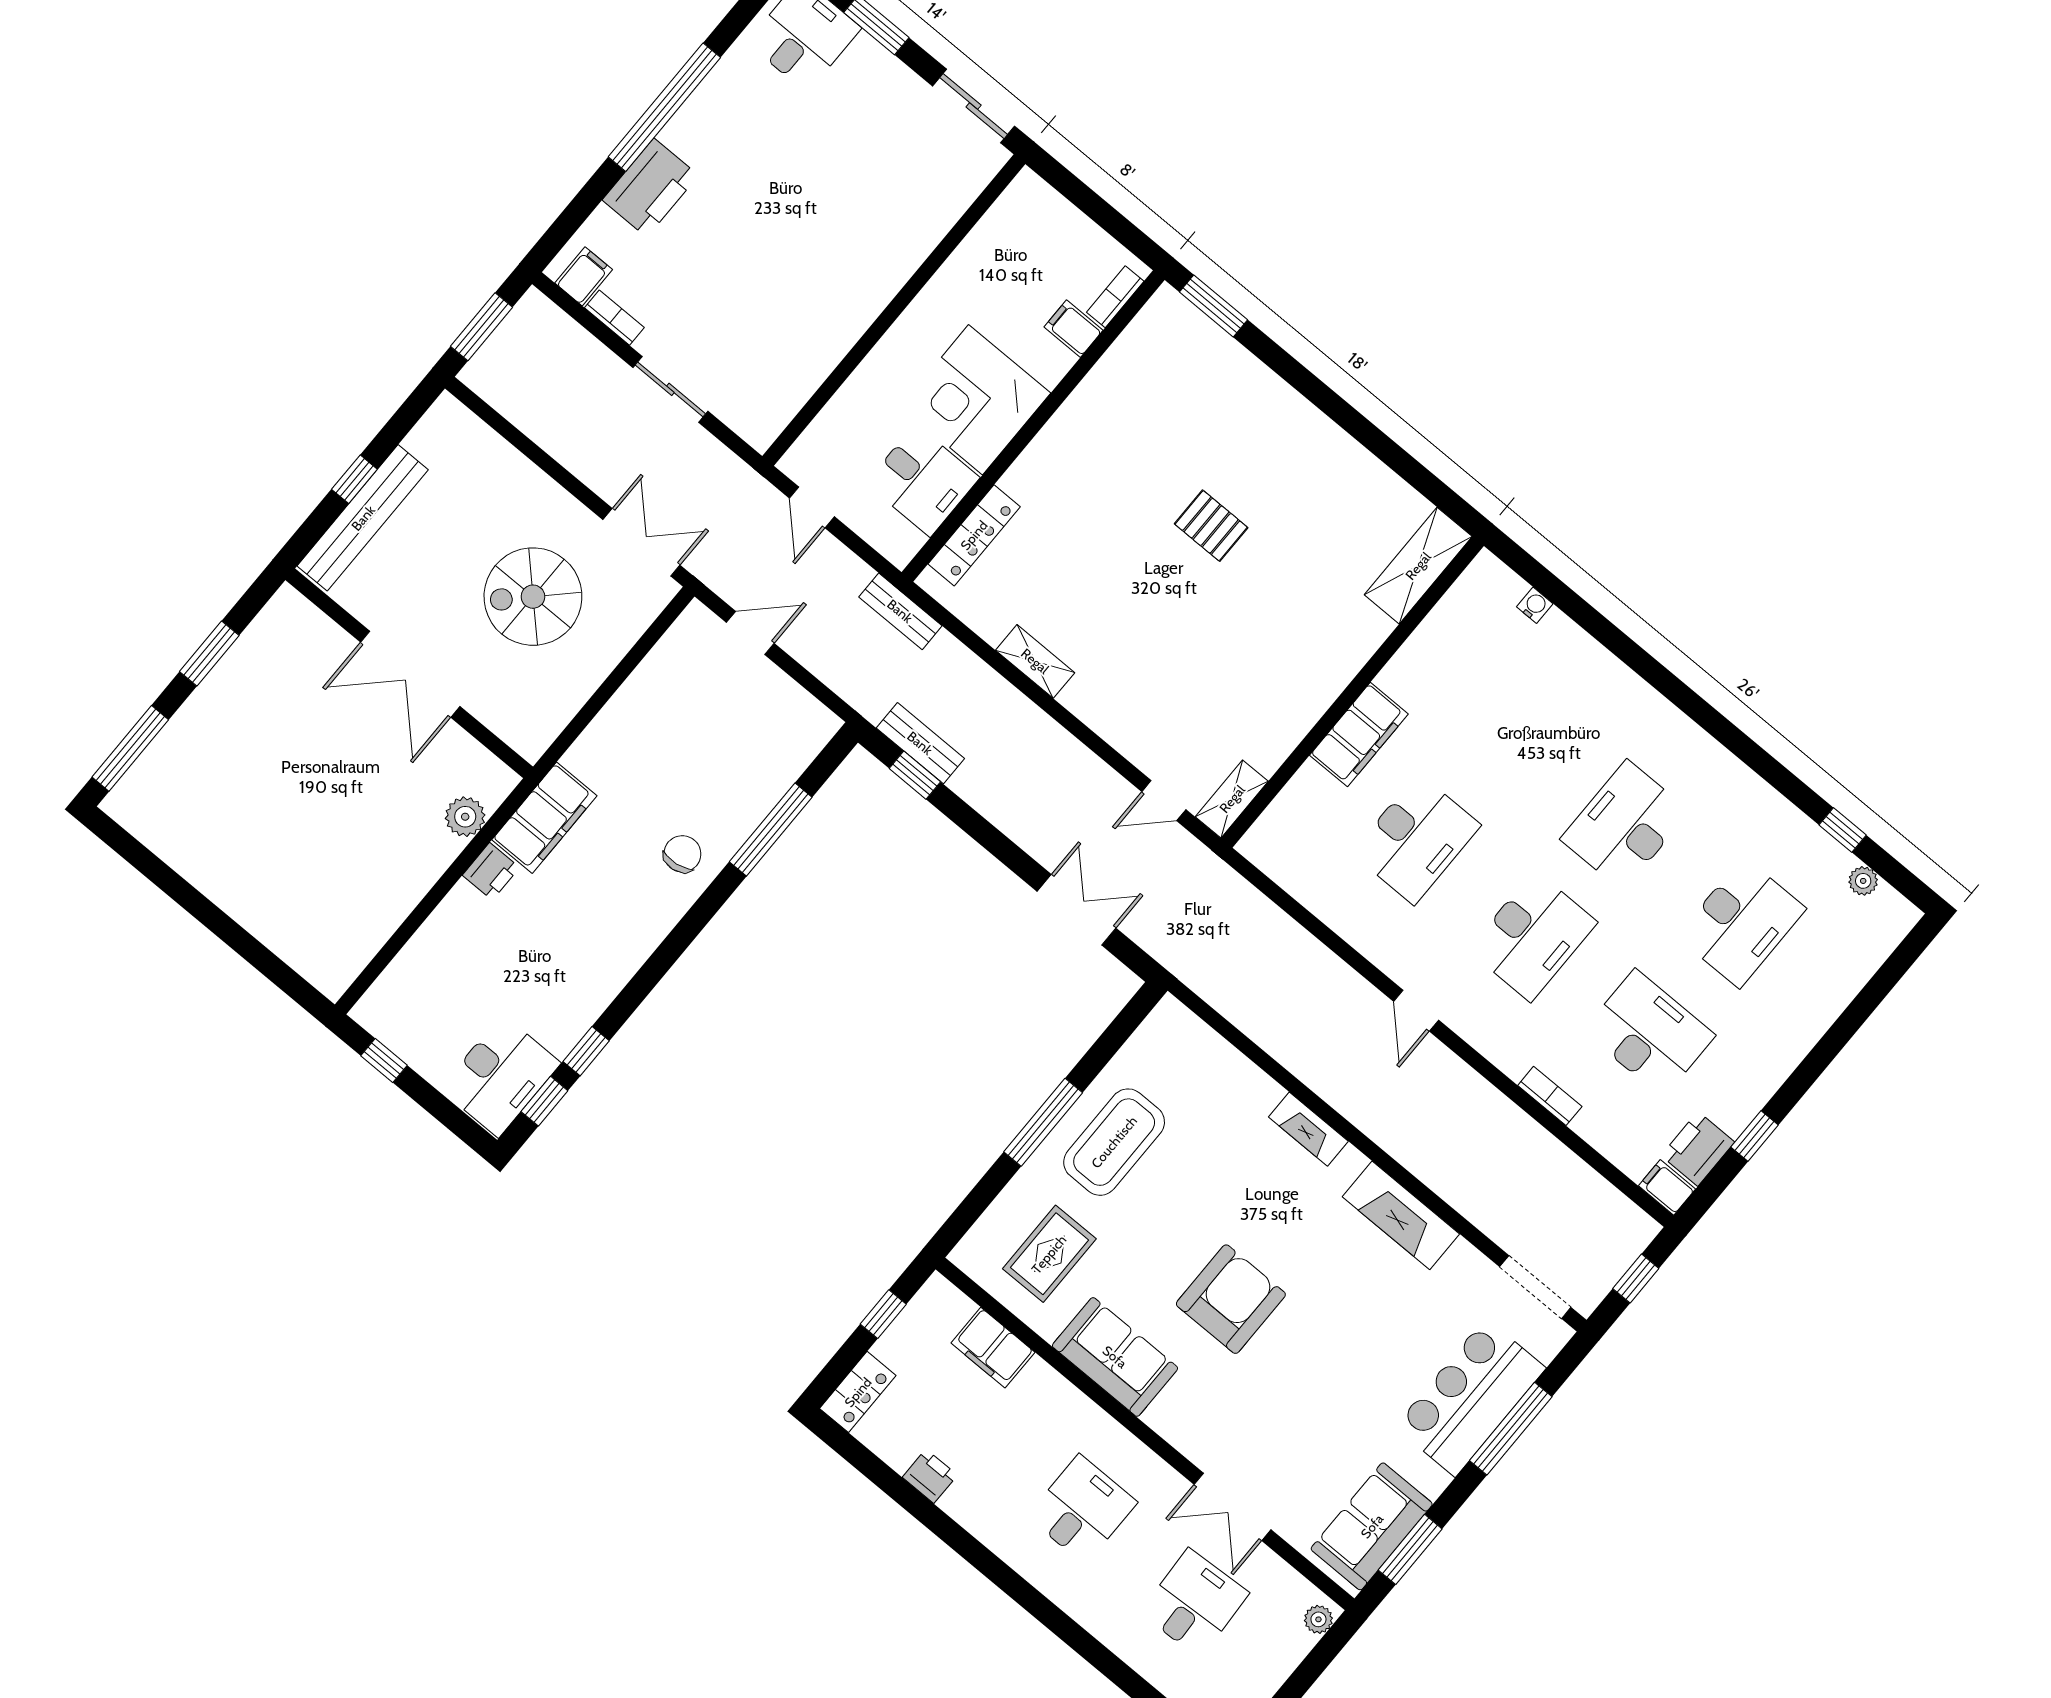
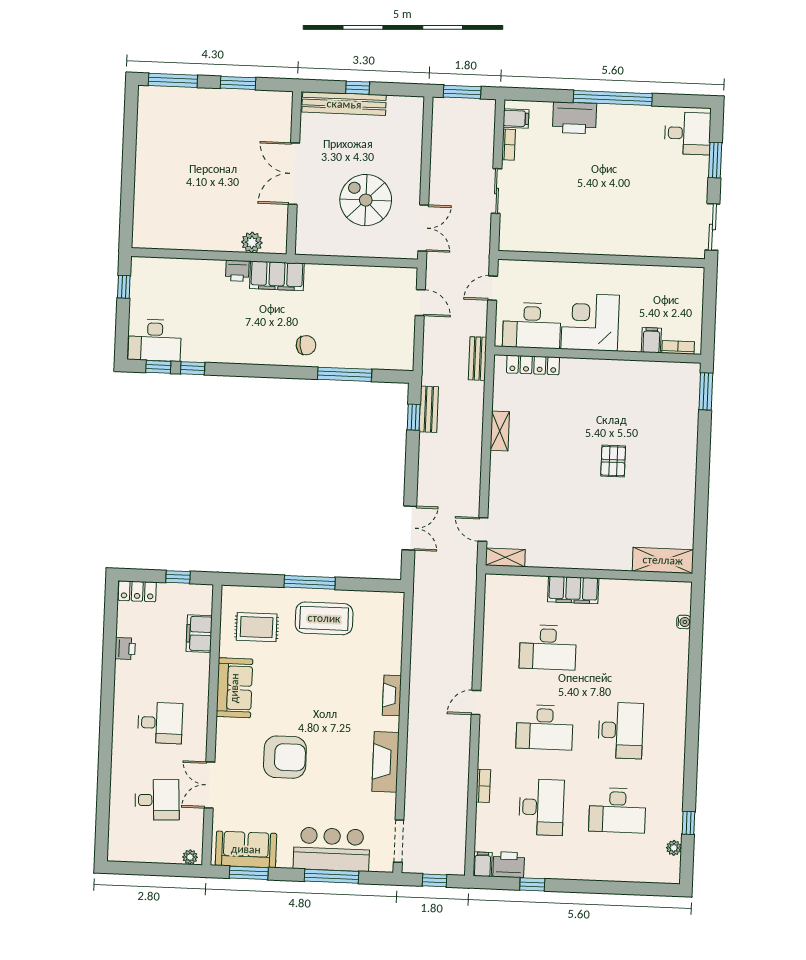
desk: (923, 480) -> (532, 326), width x1.37
desk: (1625, 825) -> (621, 730), turned 90
armchair: (1231, 1299) -> (285, 757), moved

